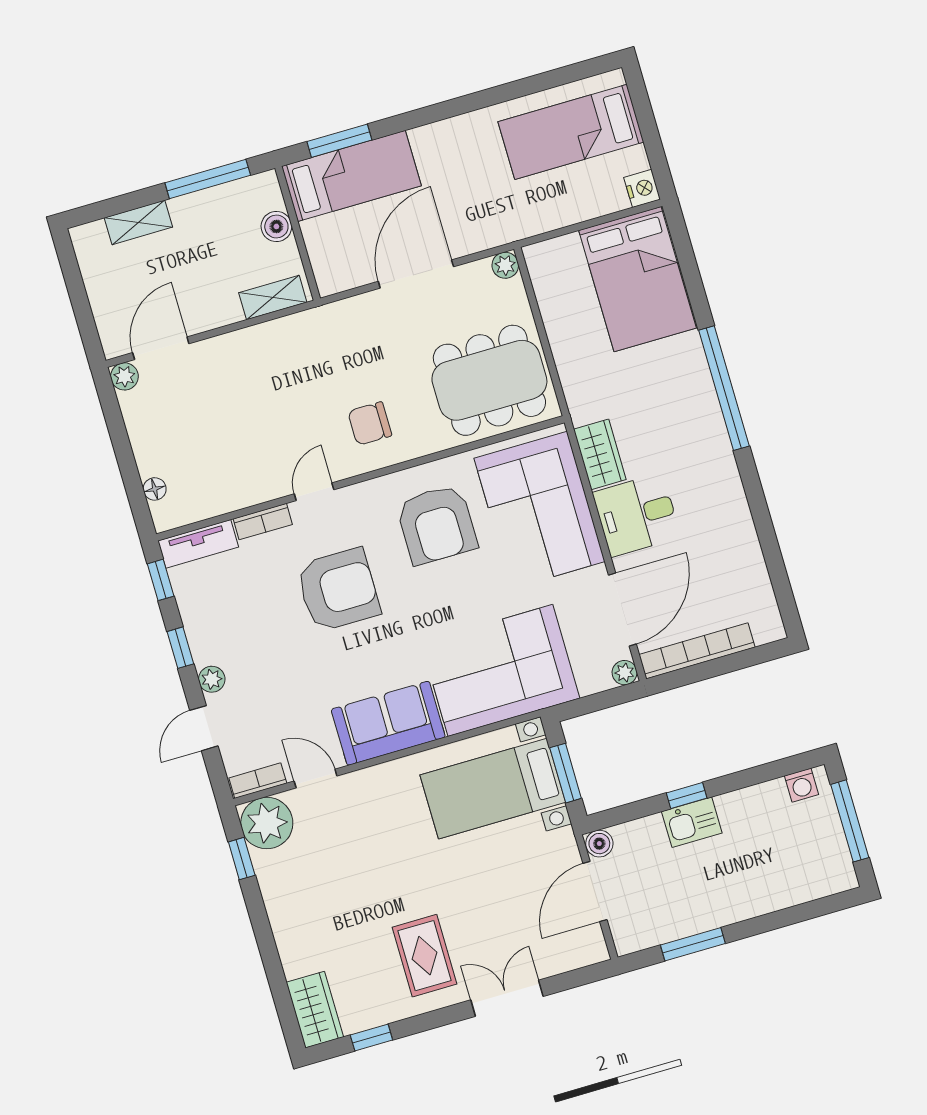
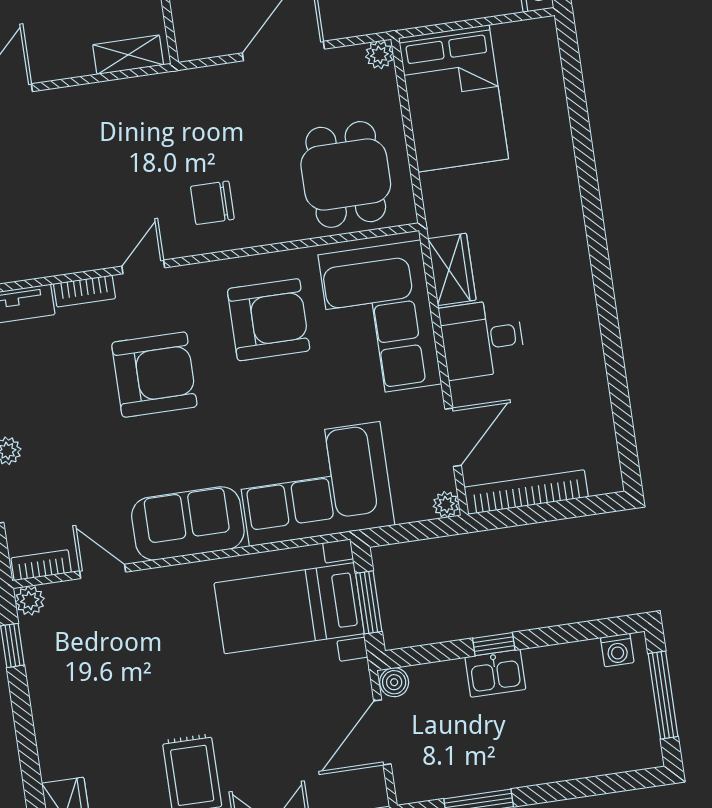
bed: (637, 279) -> (453, 98), moved
dining table: (489, 380) -> (346, 174), width x0.73
window: (724, 388) -> (593, 217), removed
armchair: (437, 524) -> (269, 320), turned -90
door: (622, 610) -> (453, 437), width x0.73
plant: (267, 823) -> (30, 601), width x0.53, depth x0.53

